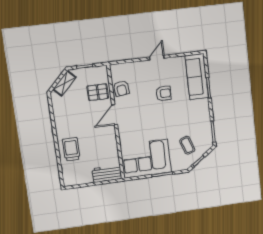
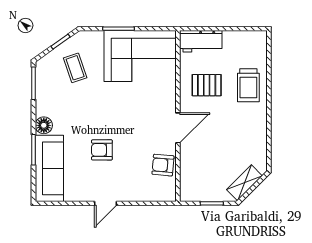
armchair: (121, 88) -> (163, 165), turned -78
pallet: (98, 92) -> (207, 85), moved
floor lamp: (204, 105) -> (44, 125), added

